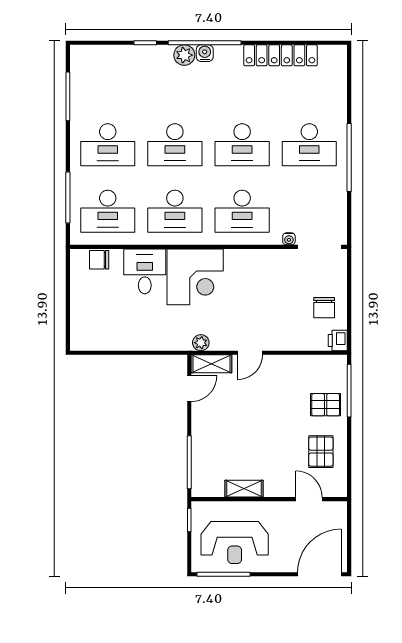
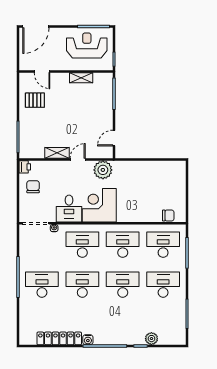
water cooler: (205, 53) -> (88, 340), moved
plant: (184, 55) -> (151, 339), moved
desk: (145, 271) -> (69, 209), moved
corner desk: (195, 277) -> (99, 205), moved
plant: (201, 343) -> (103, 170), width x1.88, depth x1.88
shelving: (211, 364) -> (57, 153), moved
pallet: (326, 405) -> (32, 128), removed
pallet: (321, 452) -> (35, 100), turned 90

